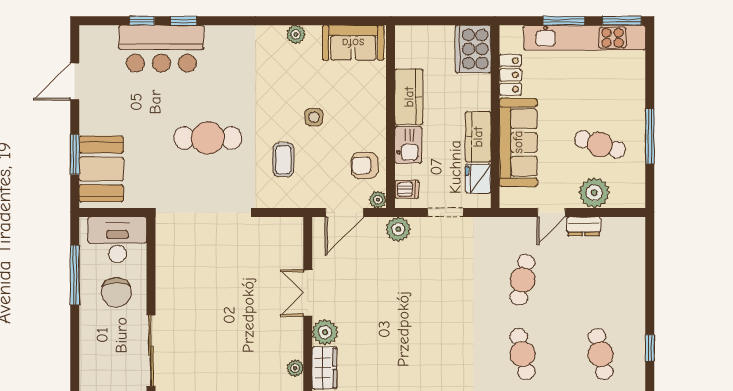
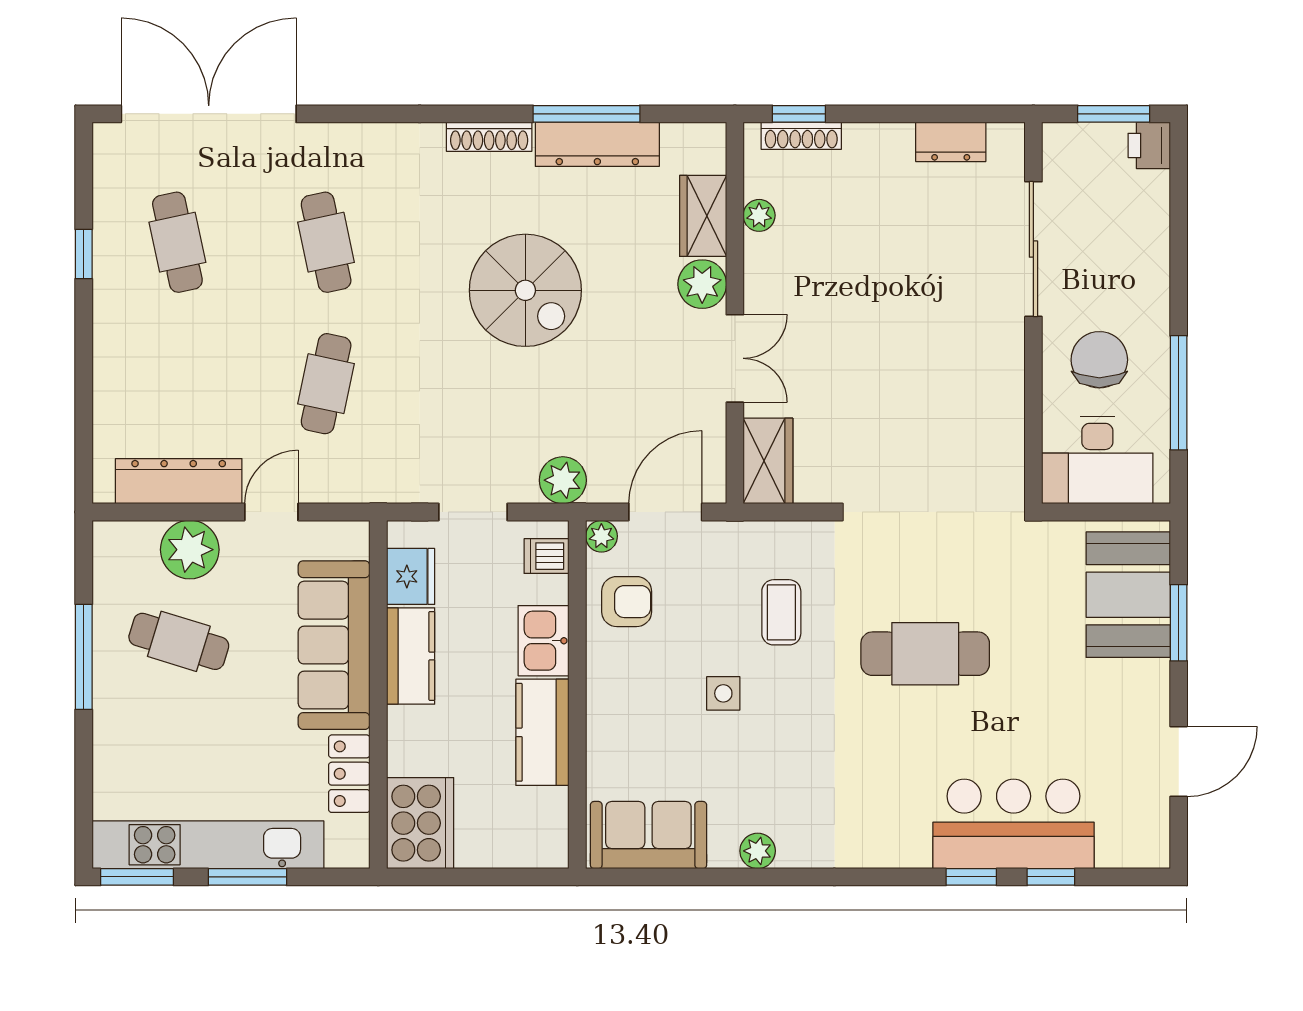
dresser: (584, 226) -> (179, 481), width x1.96, depth x1.24
wardrobe: (290, 239) -> (768, 461), added
spiral stairs: (418, 329) -> (525, 290), added

